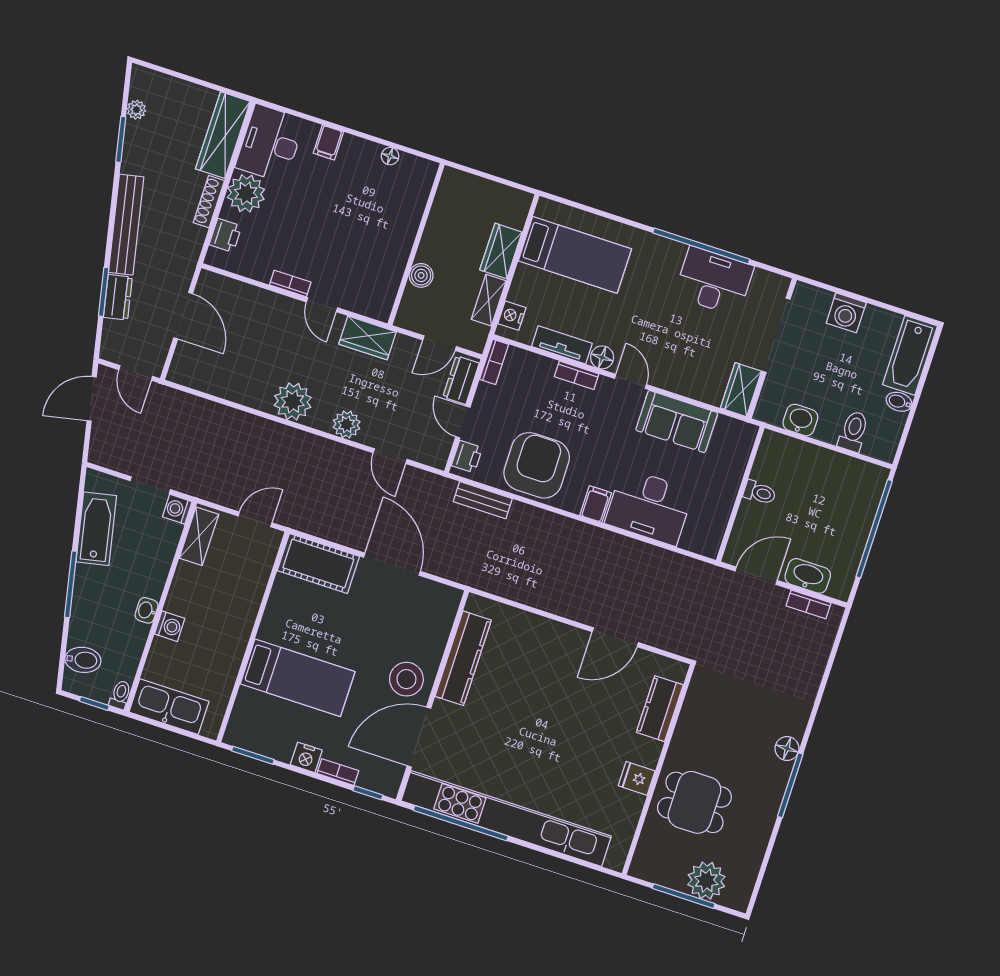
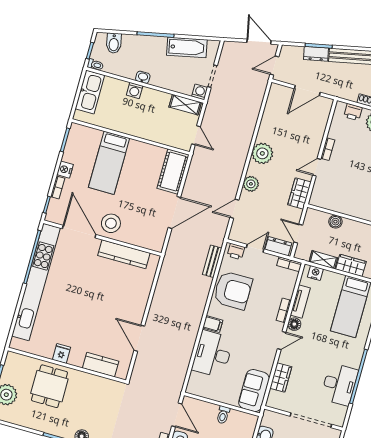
wardrobe: (741, 390) -> (281, 378), moved, turned 90
sofa: (677, 422) -> (254, 391), moved

